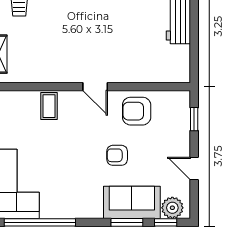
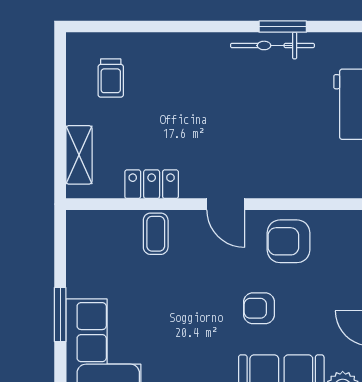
locker: (46, 73) -> (152, 184), added

